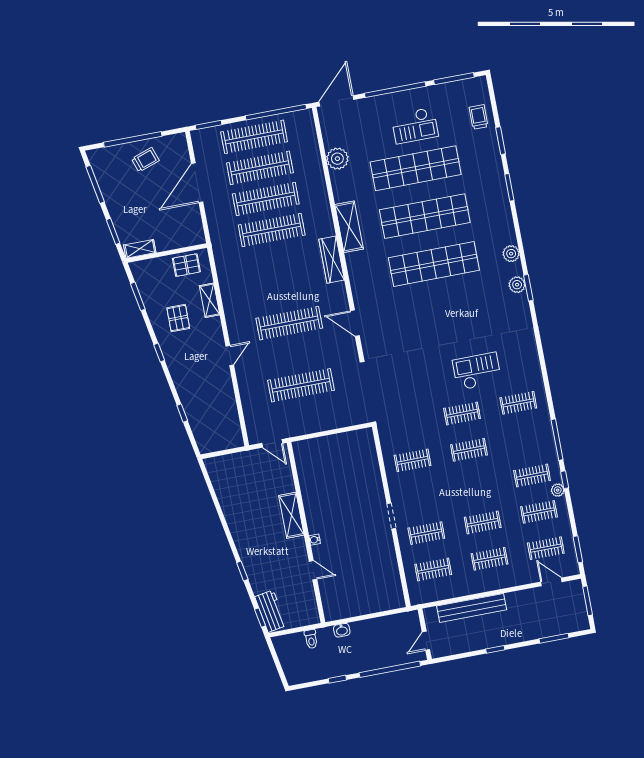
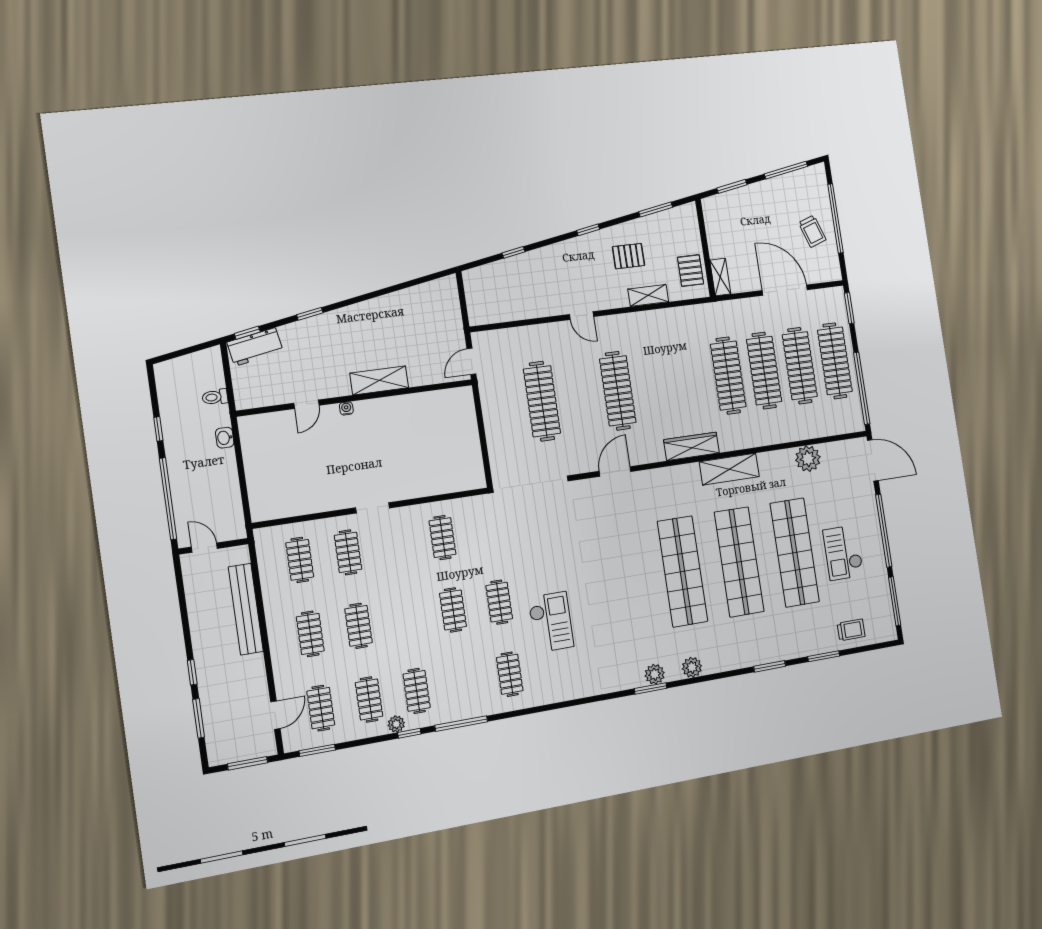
shelving: (140, 249) -> (720, 277), moved
window: (495, 649) -> (192, 672), moved

